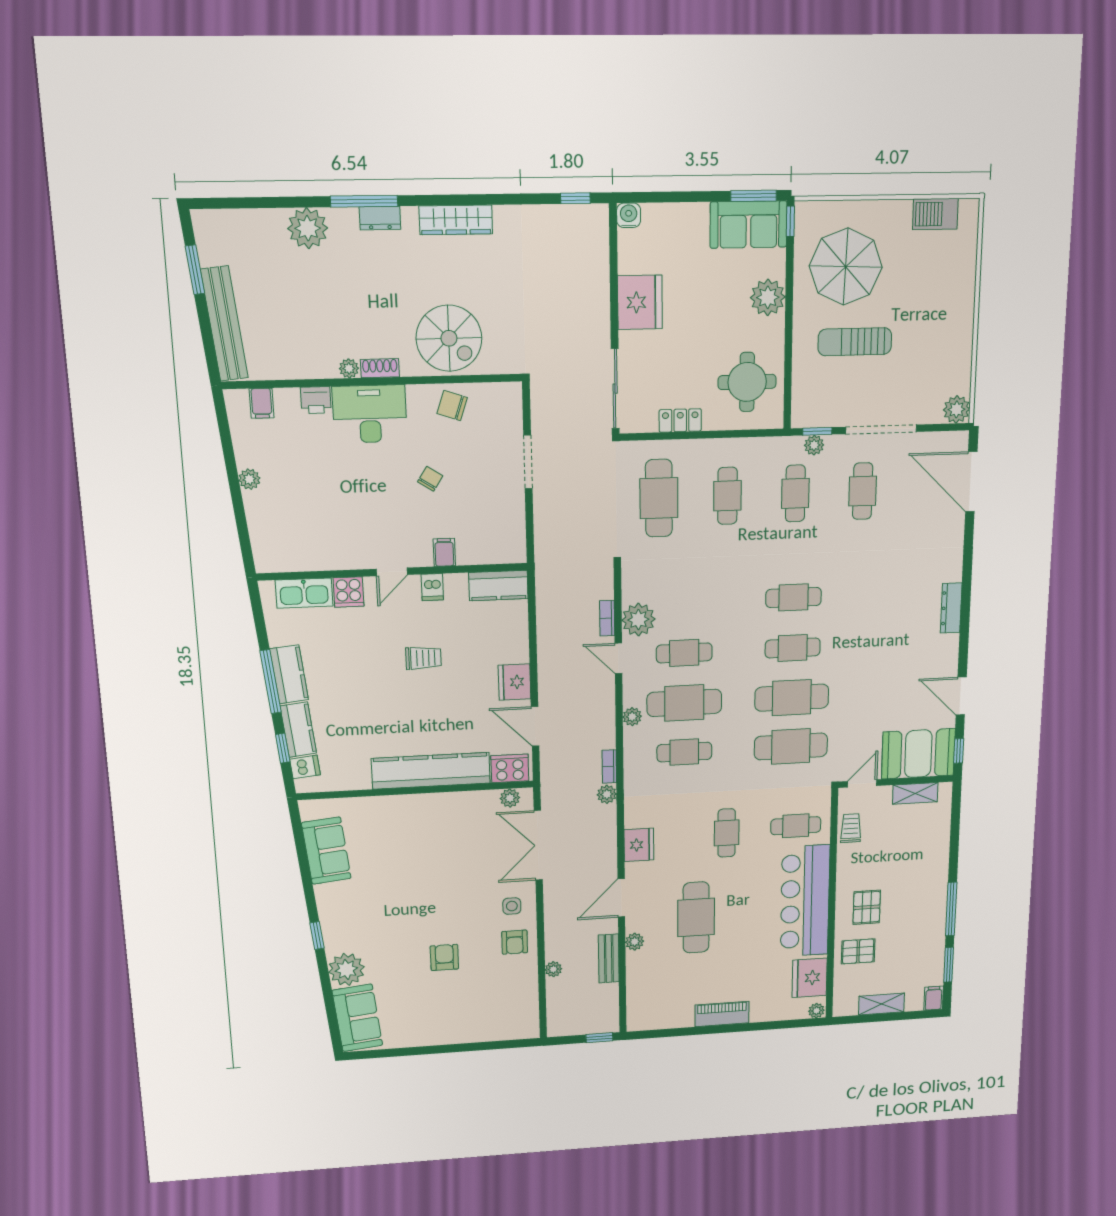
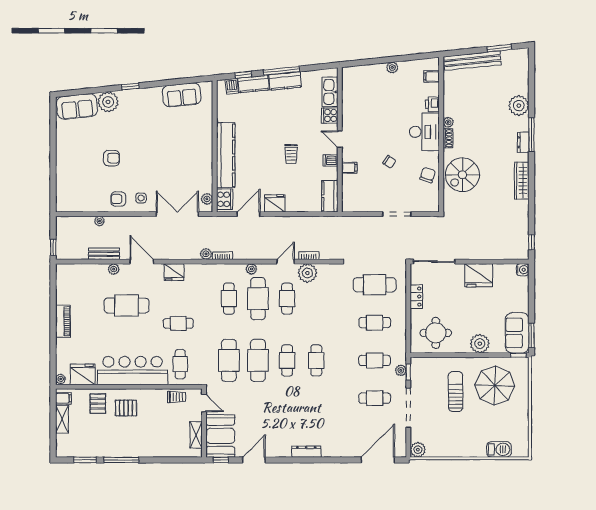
barbecue: (935, 214) -> (499, 449), moved, turned 90
filing cabinet: (934, 998) -> (63, 398), moved

